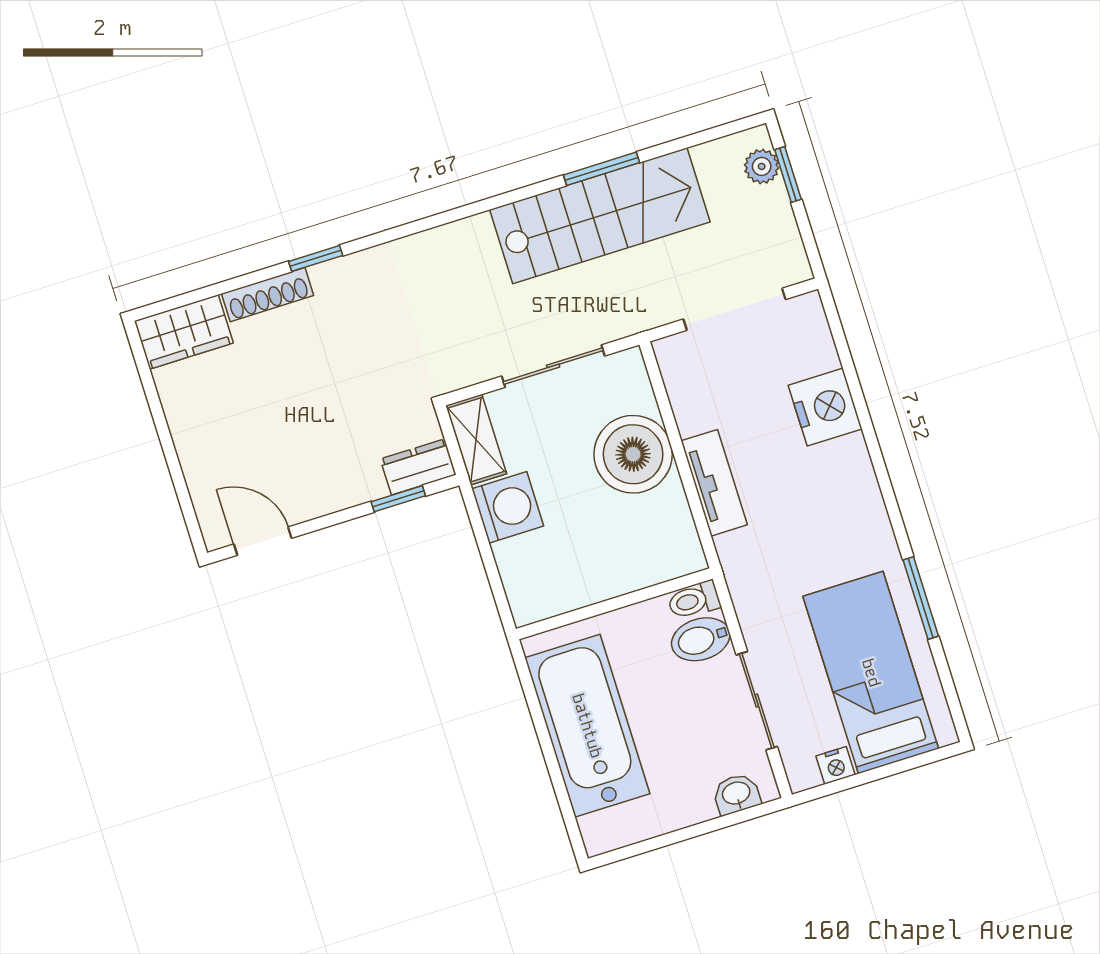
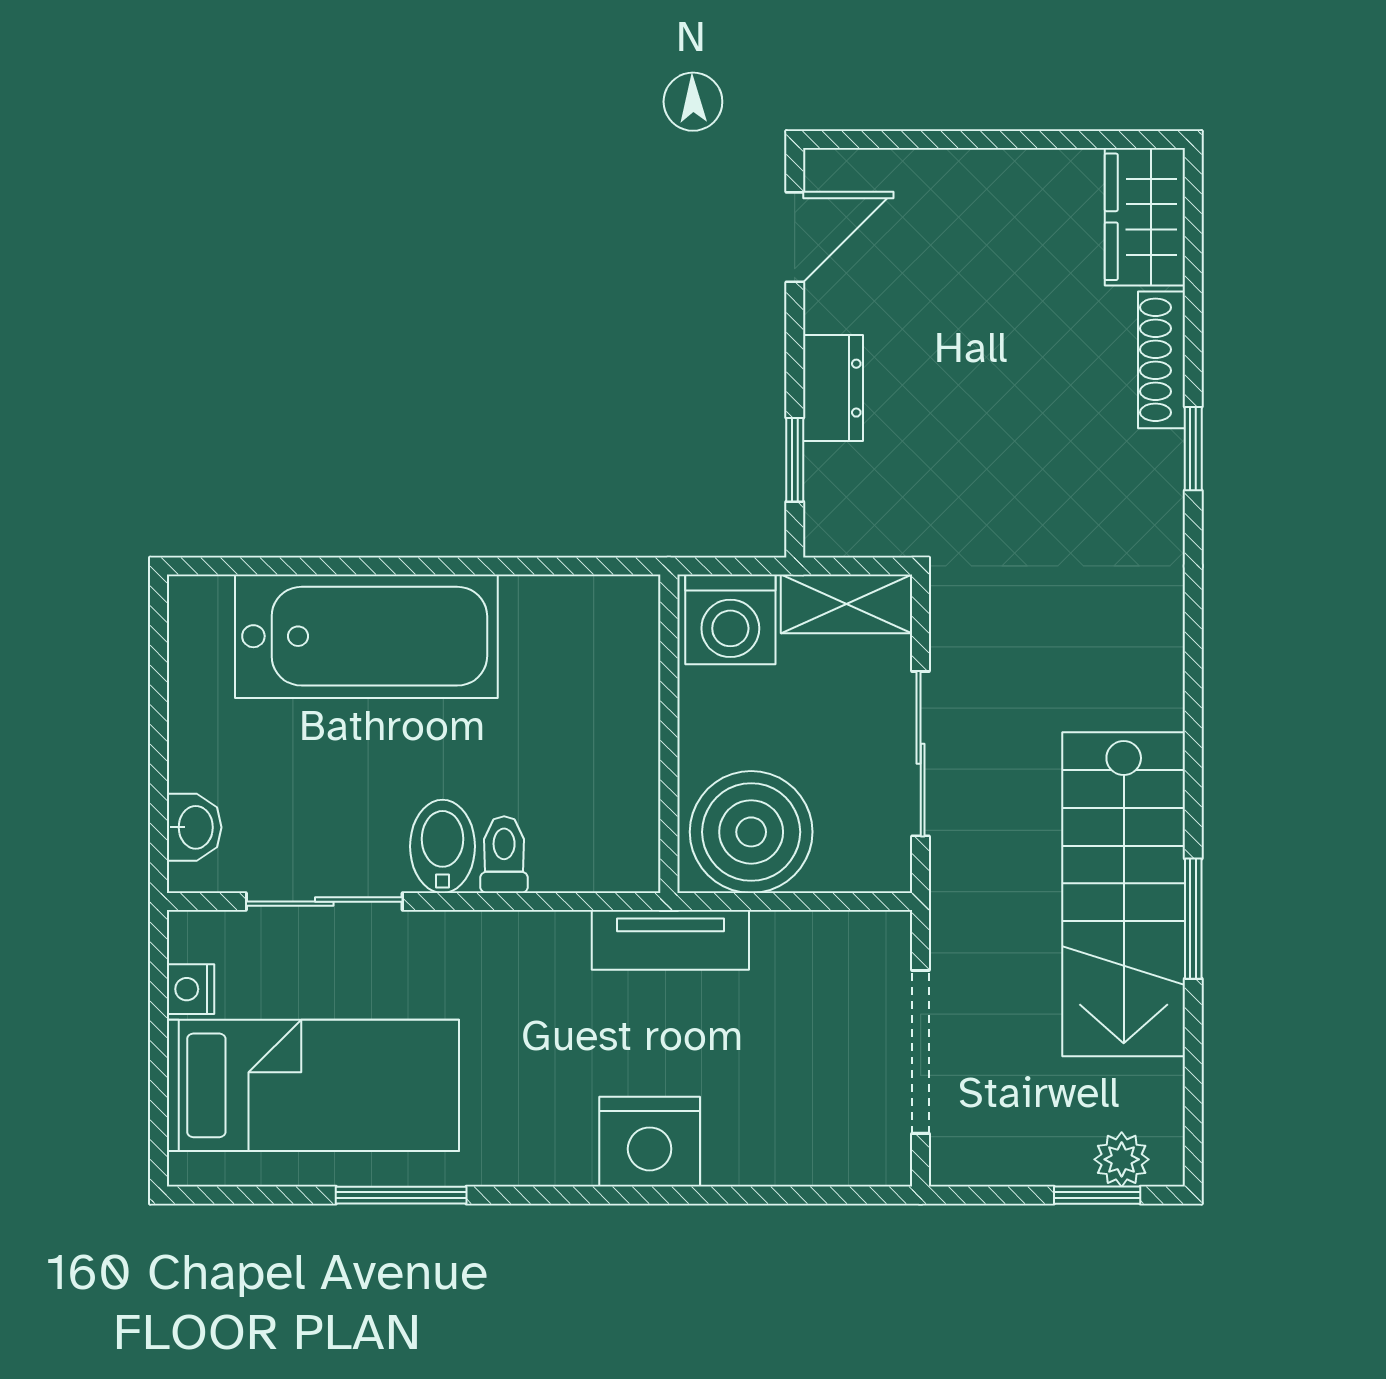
nightstand: (825, 407) -> (650, 1142), moved
dresser: (418, 467) -> (833, 388), moved
wall: (614, 604) -> (669, 734), moved

